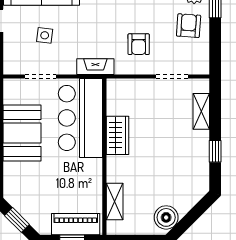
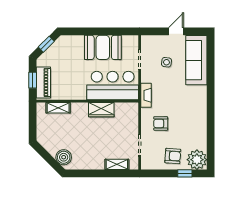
window: (215, 151) -> (91, 173), removed
boiler: (166, 217) -> (64, 157), moved

